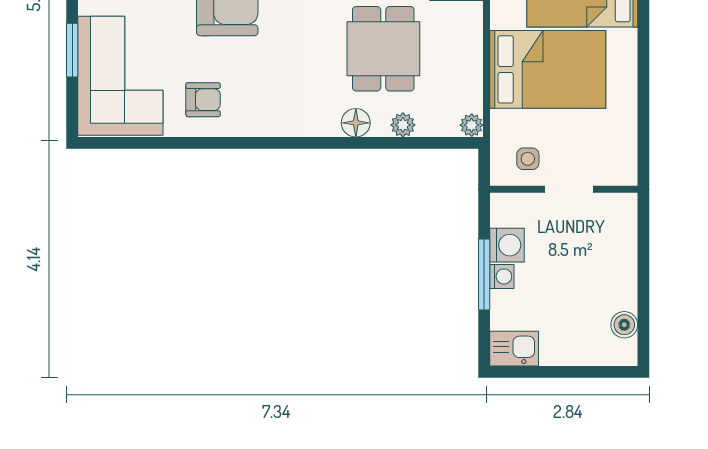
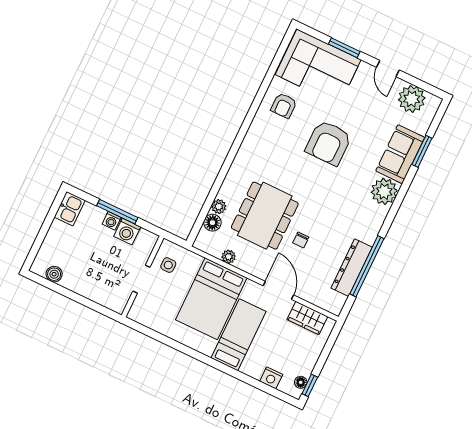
dining table: (383, 49) -> (265, 216), width x1.38
floor lamp: (356, 123) -> (212, 223), moved
plant: (472, 125) -> (229, 257), moved

